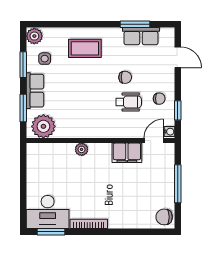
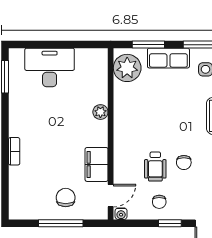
window: (178, 110) -> (170, 223), moved
door: (154, 141) -> (111, 196), hinge flipped
desk: (48, 212) -> (50, 67), moved, turned 90
chair: (164, 217) -> (66, 198), moved
bookcase: (89, 224) -> (14, 151), moved, width x0.64

